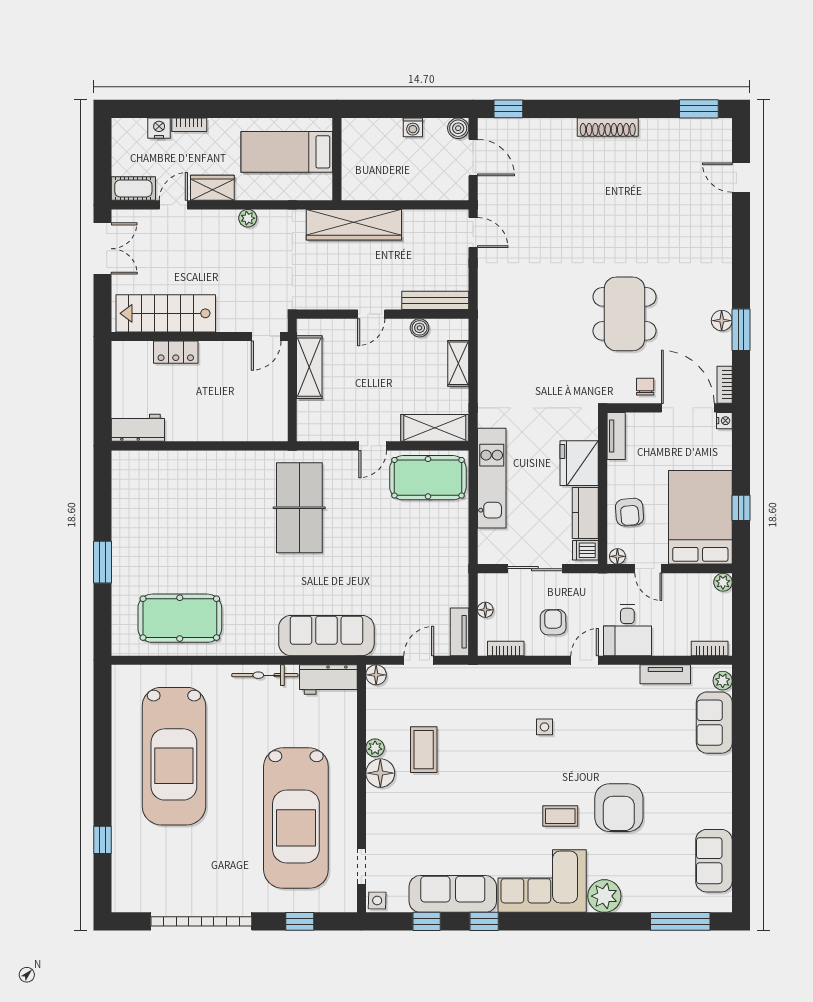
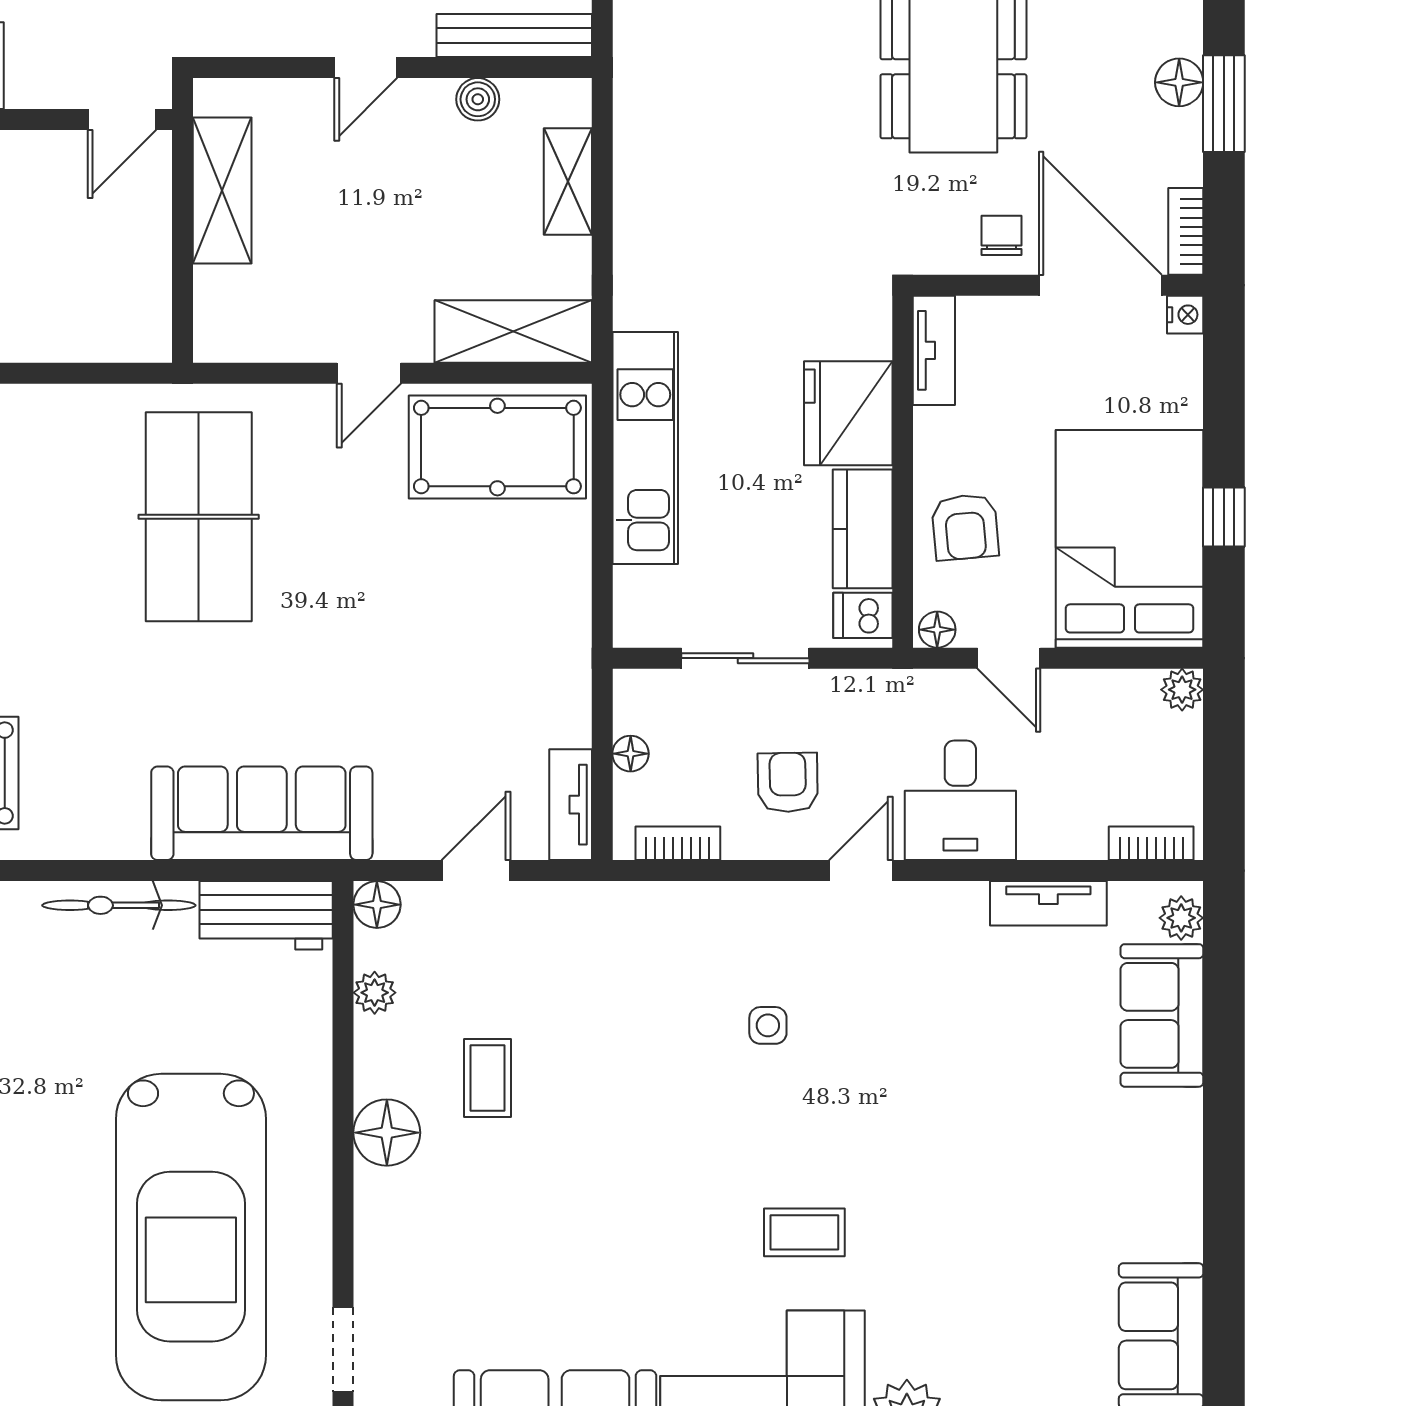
plant: (375, 748) -> (375, 993), moved
coffee table: (424, 750) -> (487, 1078), width x0.73, depth x0.77
armchair: (619, 808) -> (940, 1213), removed

